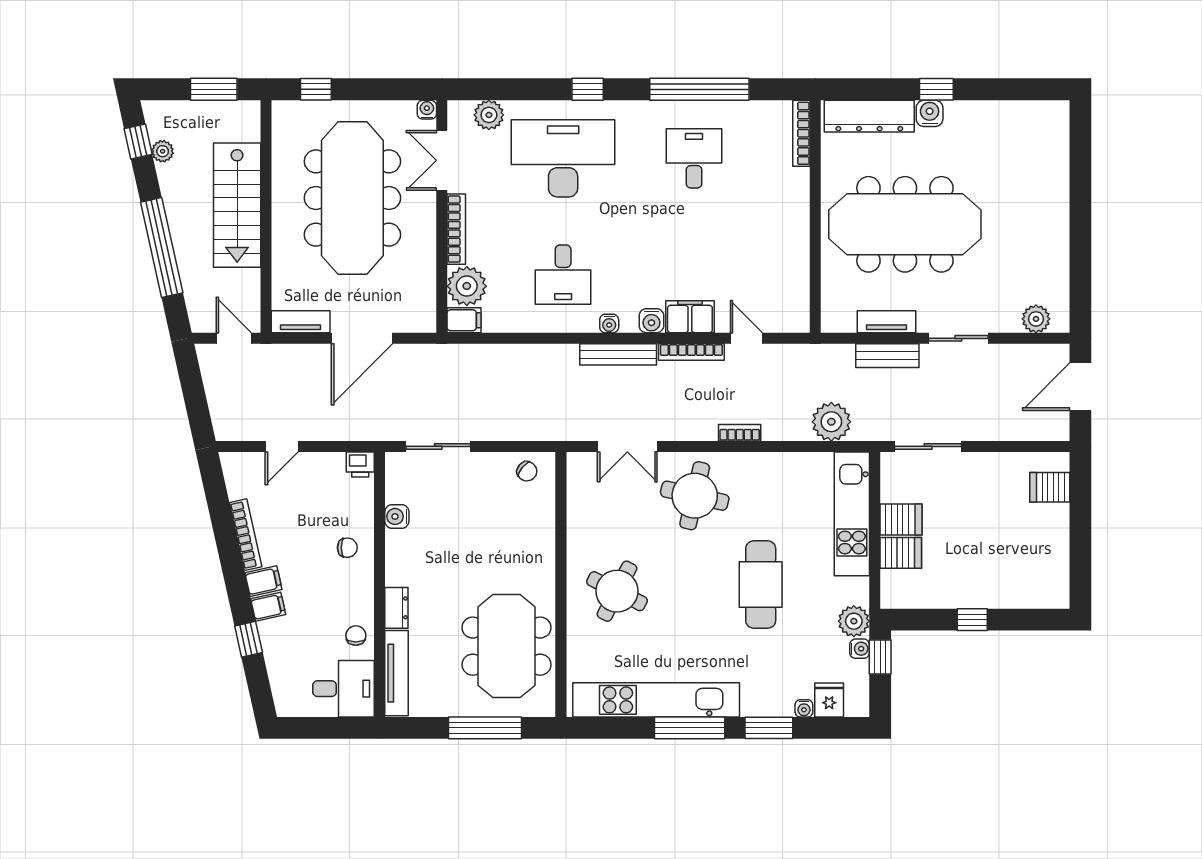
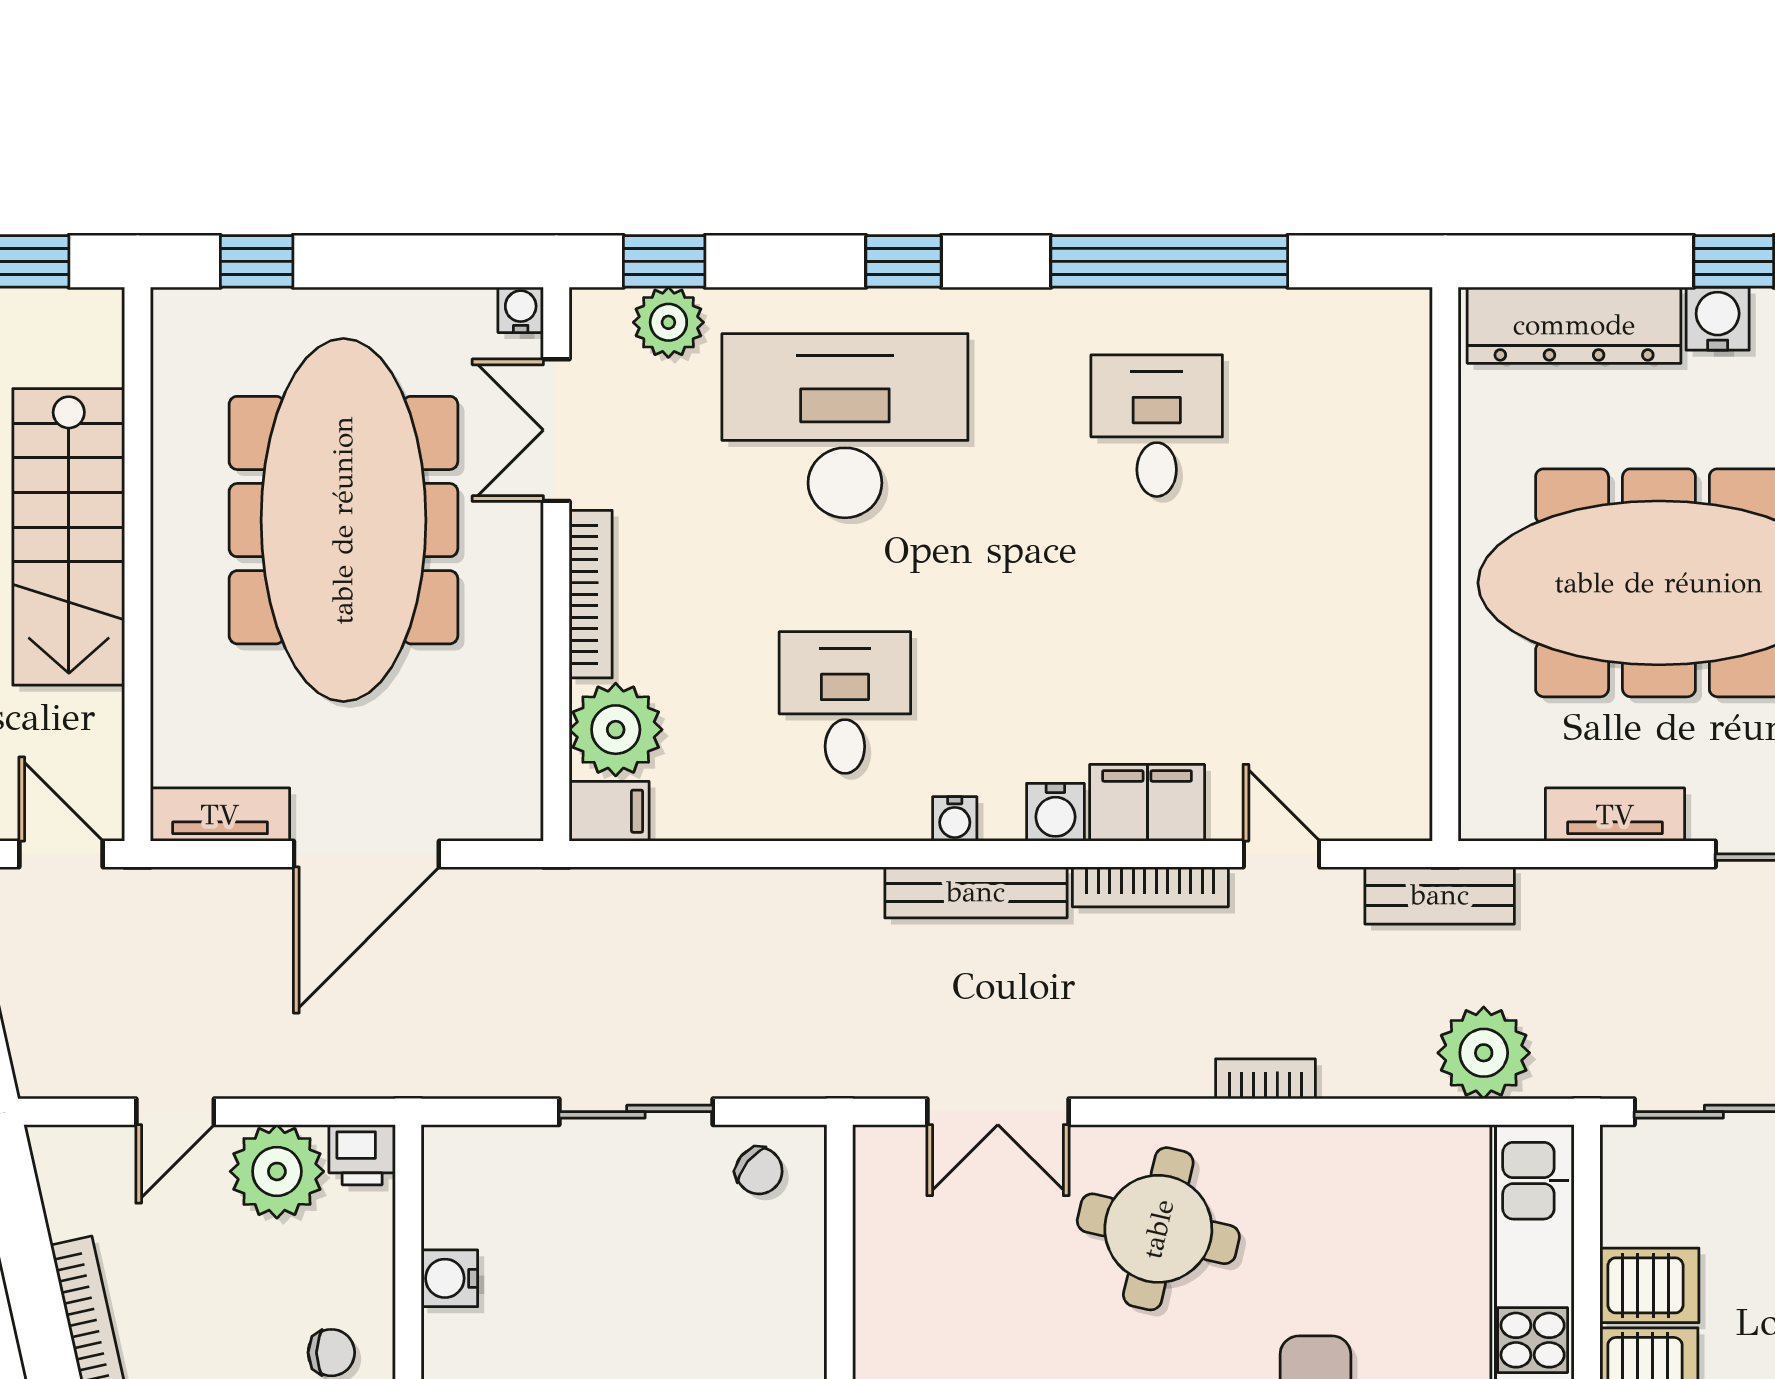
window: (487, 89) -> (664, 261), added
bookcase: (801, 133) -> (1412, 366), removed
desk: (563, 275) -> (845, 703), turned 180
bench: (887, 356) -> (1440, 895), moved
sliding door: (438, 446) -> (636, 1112), moved
plant: (324, 472) -> (277, 1171), added

